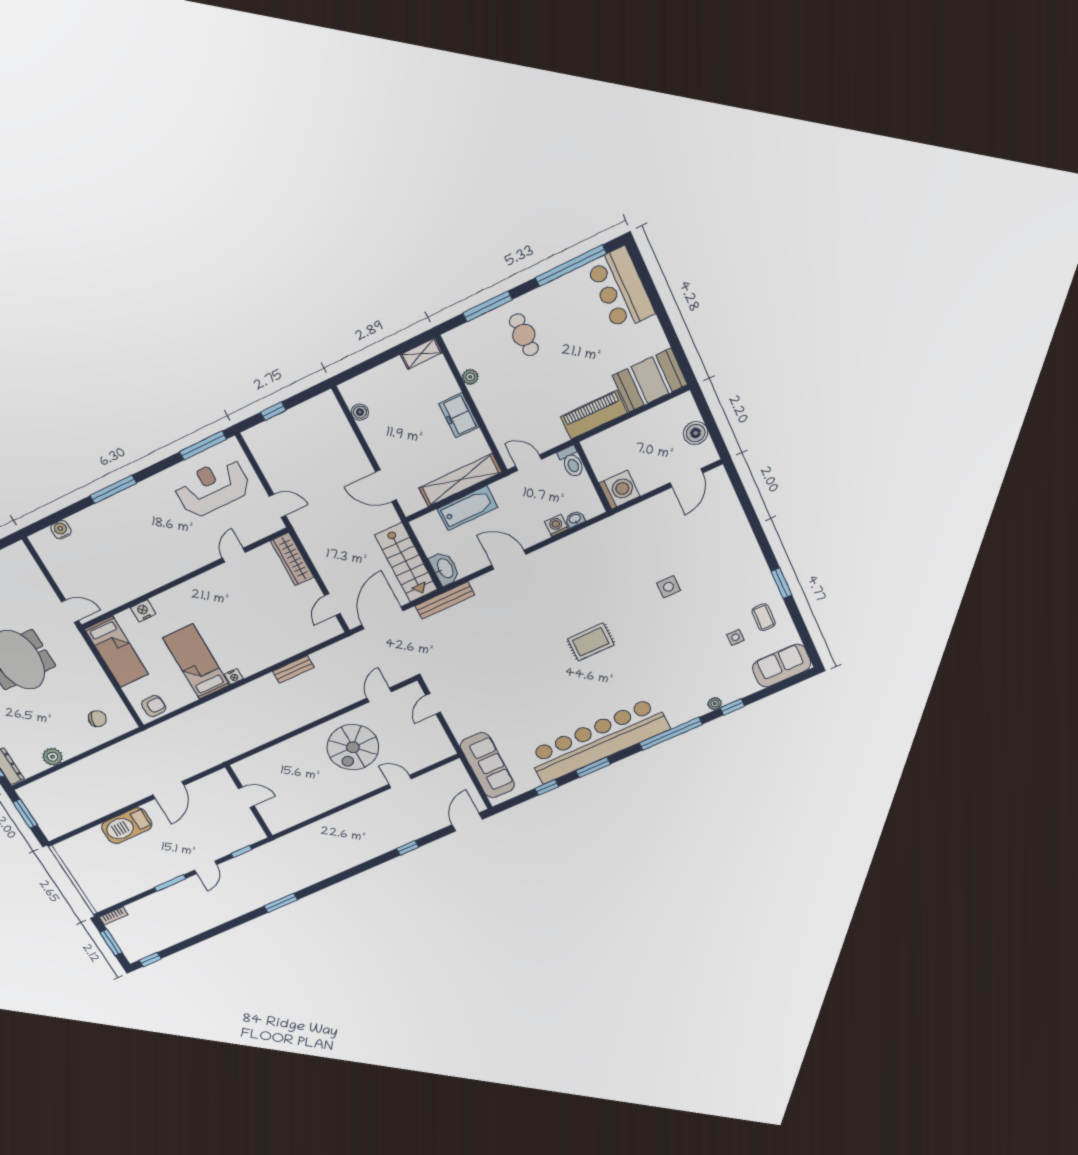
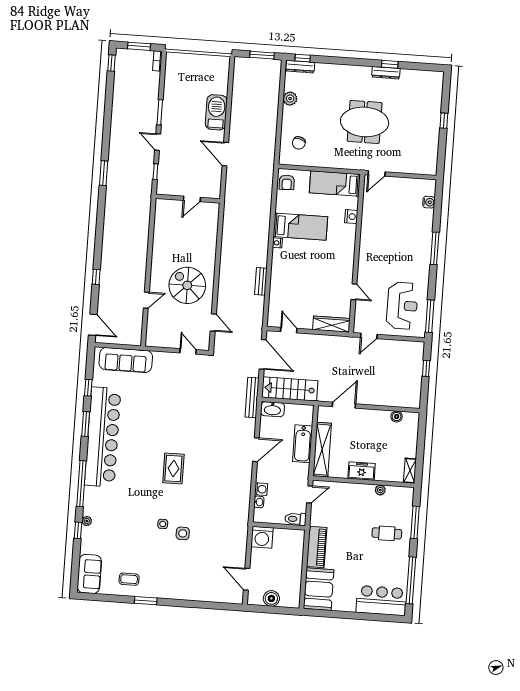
side table: (735, 637) -> (163, 524), moved

